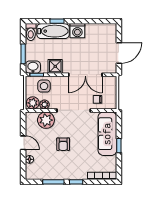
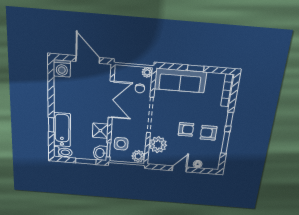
washing machine: (77, 31) -> (62, 68), moved, turned 90
plant: (44, 105) -> (147, 72), moved
armchair: (62, 165) -> (208, 133), added

